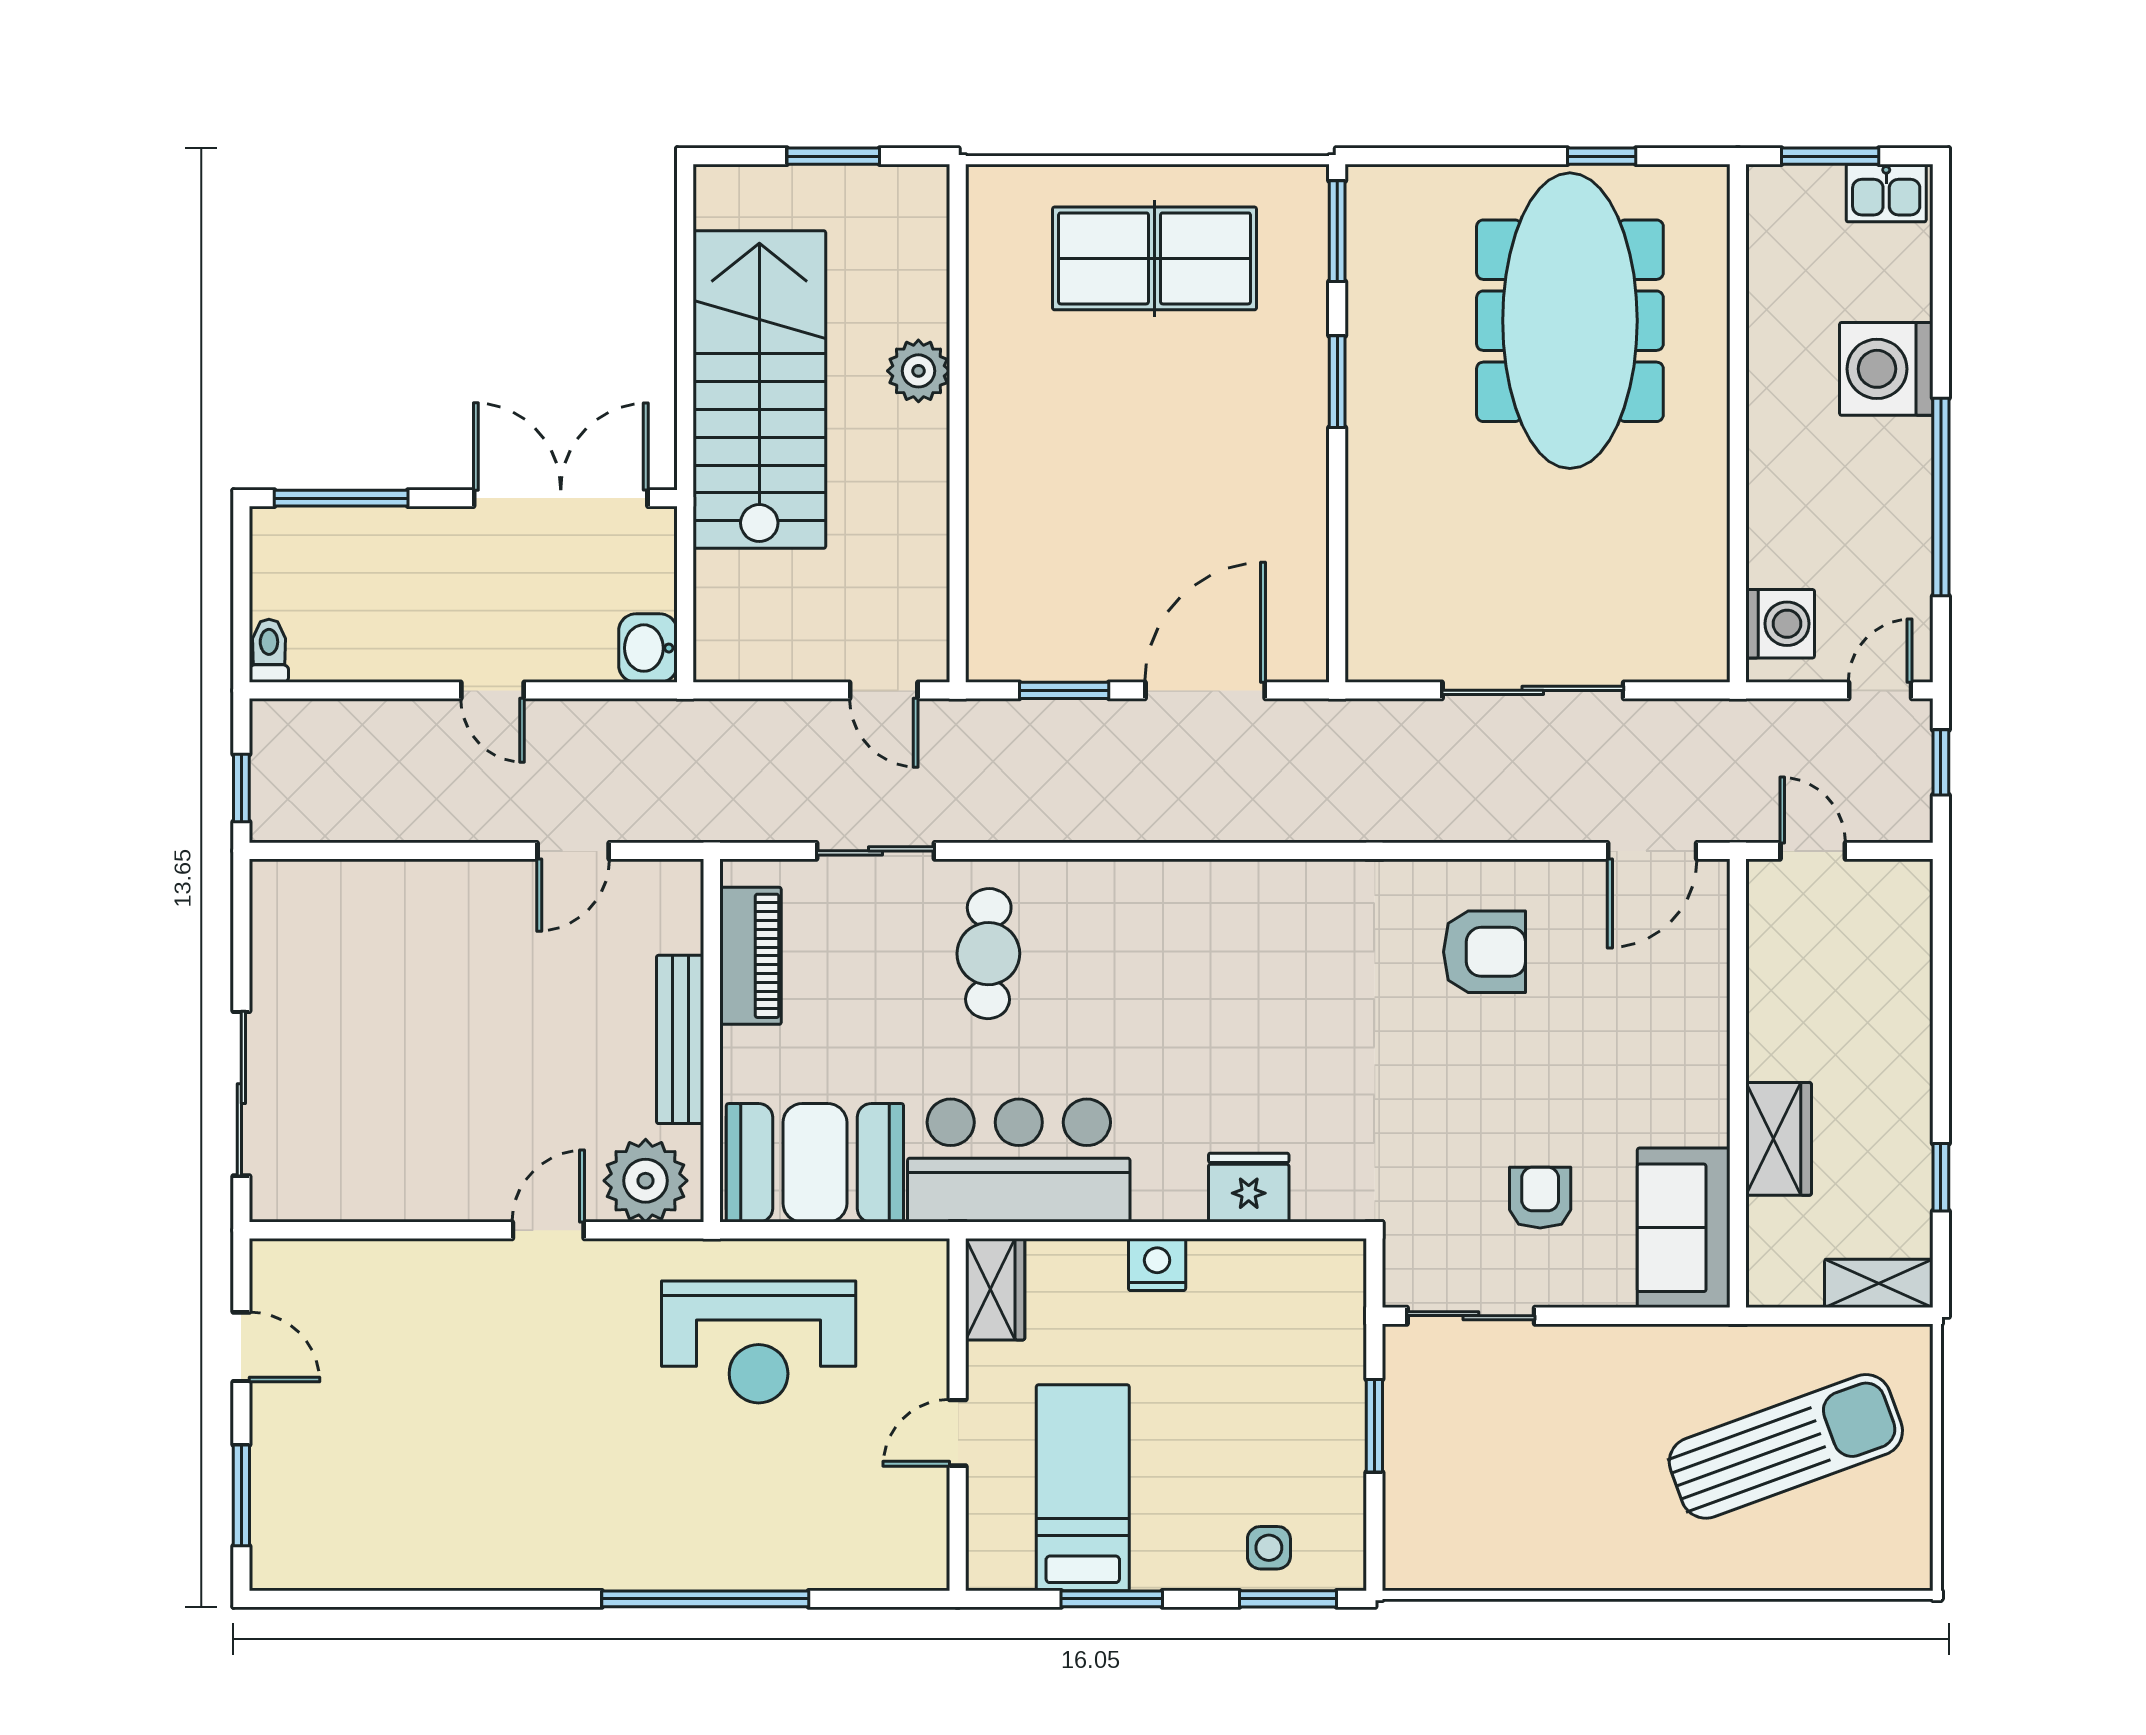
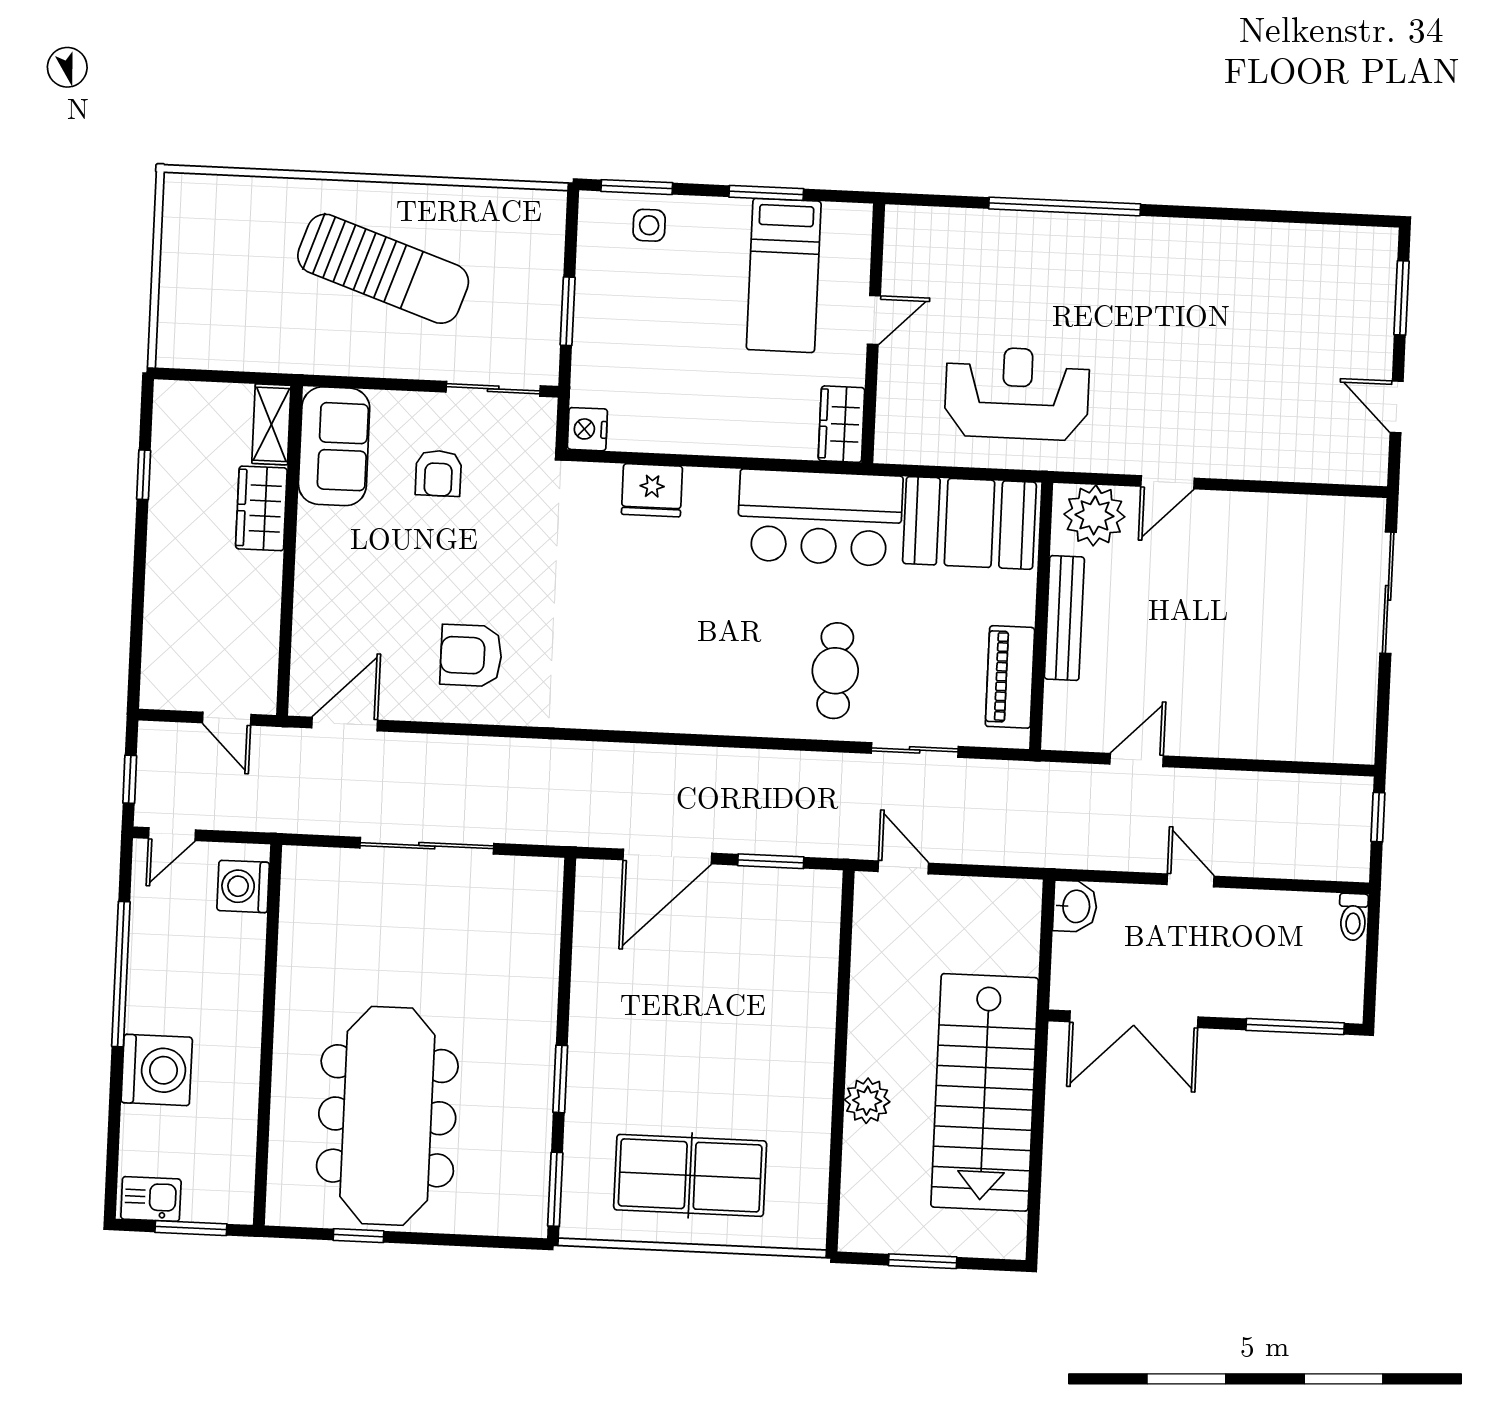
nightstand: (1157, 1264) -> (587, 429), moved, turned 90
shelving: (1879, 1283) -> (271, 424), moved, turned 90
sun lounger: (1786, 1446) -> (383, 269), moved, turned -141

